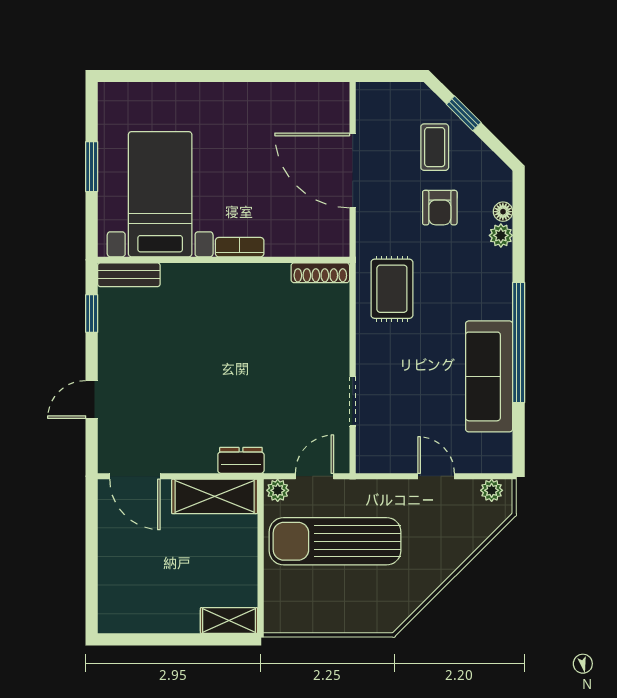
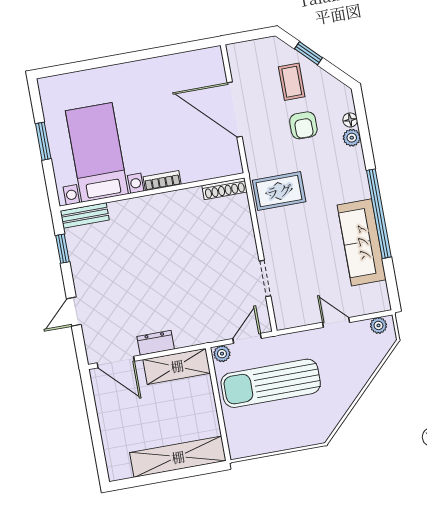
rug: (392, 289) -> (279, 191), turned 90
dresser: (241, 460) -> (156, 343), moved
shelving: (229, 621) -> (178, 457), width x2.20, depth x1.33

